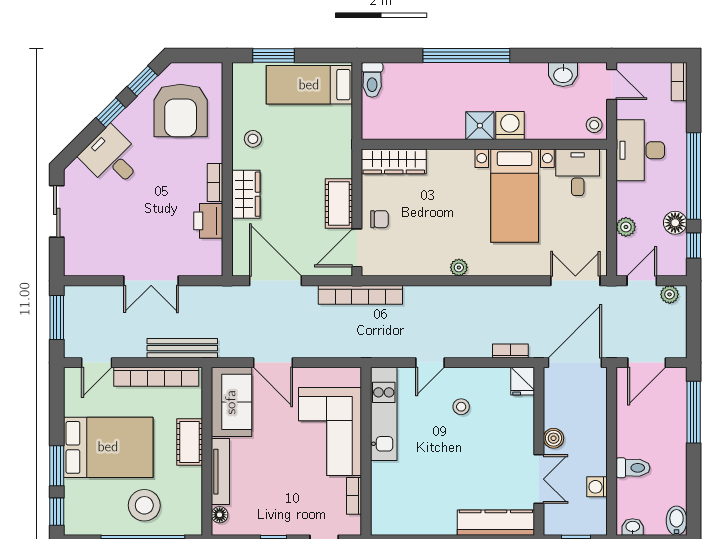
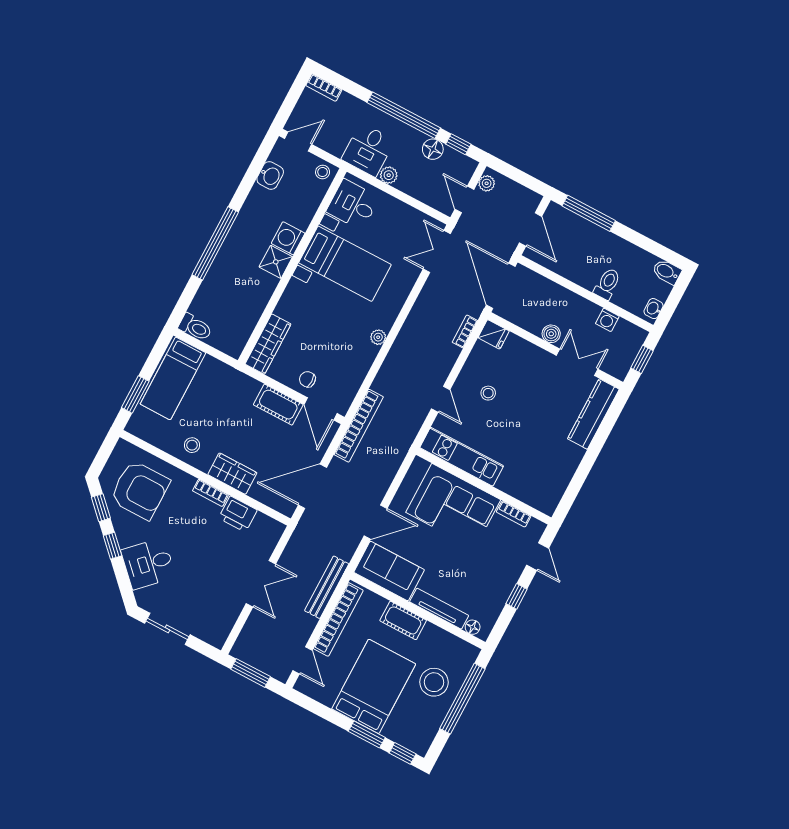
desk: (640, 150) -> (368, 150), width x0.73
chair: (379, 219) -> (307, 379), turned -90
plant: (626, 227) -> (389, 175), moved

